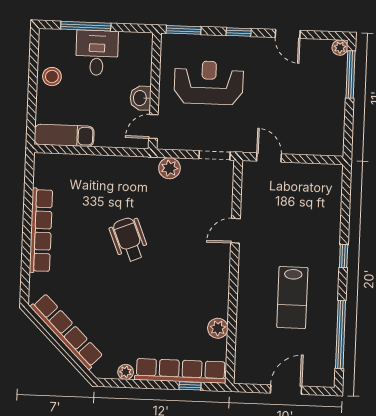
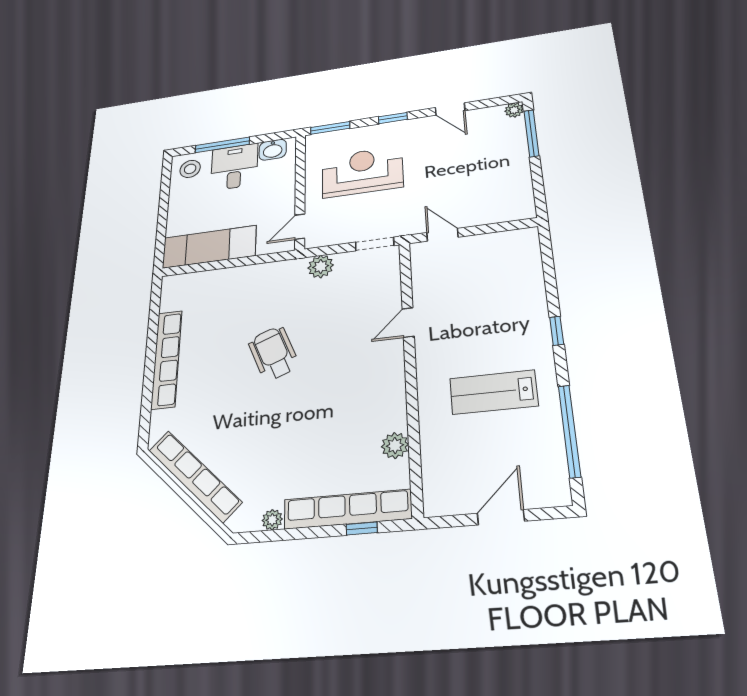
stool: (52, 77) -> (190, 169), moved
washbasin: (140, 98) -> (273, 150), moved, turned -90
exam couch: (64, 135) -> (209, 247), width x1.36, depth x1.45
lab bench: (292, 297) -> (494, 392), turned 90

